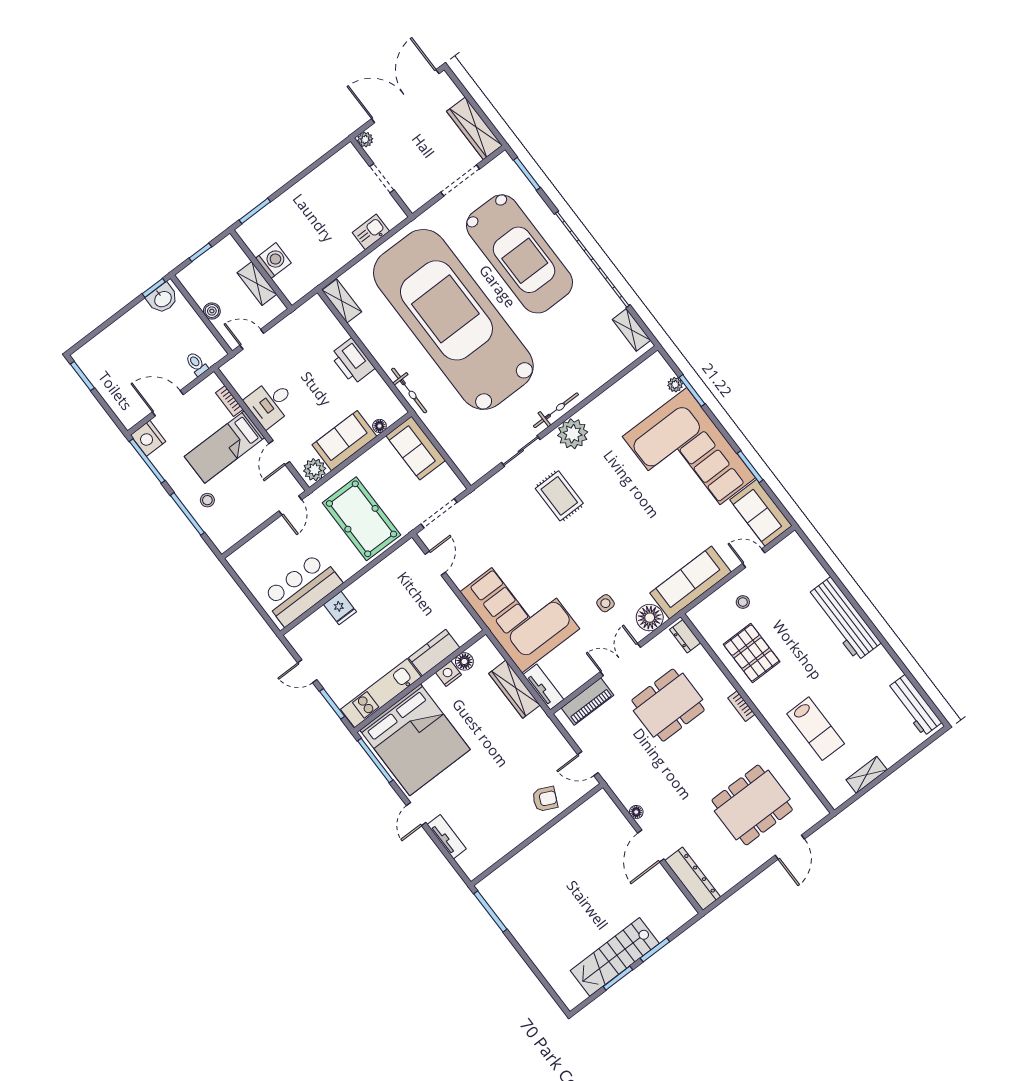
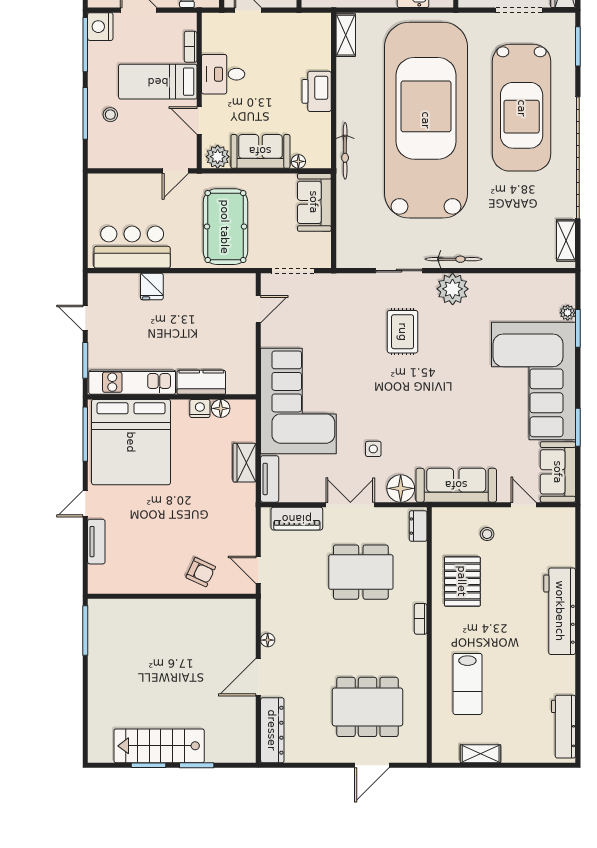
door: (279, 453) -> (199, 121), hinge flipped
wardrobe: (514, 689) -> (245, 463), width x0.67

